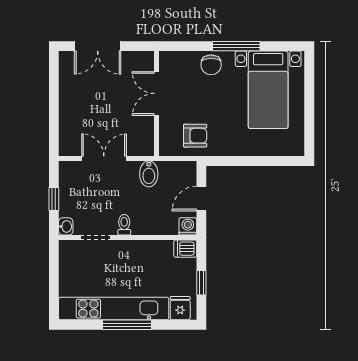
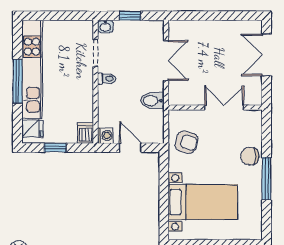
bed with nightstands: (268, 90) -> (203, 202), moved, turned 180
armchair: (195, 136) -> (186, 142), turned -74

